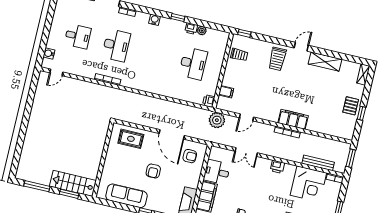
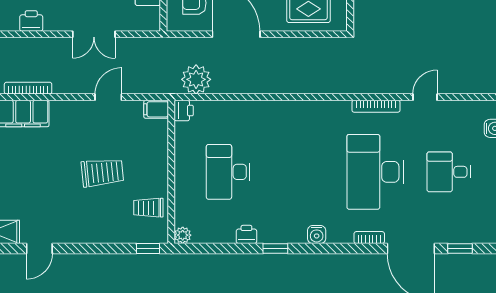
plant: (202, 31) -> (183, 235), moved
desk: (116, 45) -> (375, 172), width x1.36, depth x1.30
trolley: (277, 59) -> (102, 173), moved, turned 84
door: (56, 72) -> (425, 97), moved
filing cabinet: (226, 92) -> (156, 109), moved
plant: (217, 120) -> (196, 79), moved
double door: (246, 152) -> (94, 34), swing flipped

